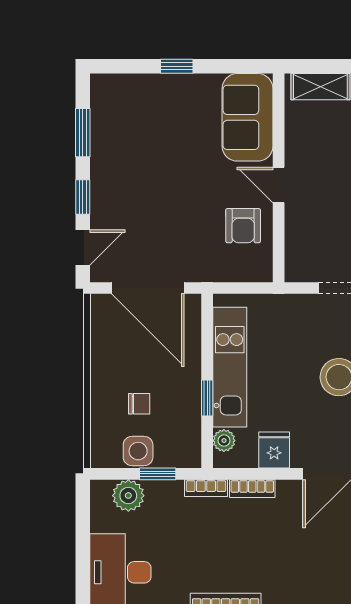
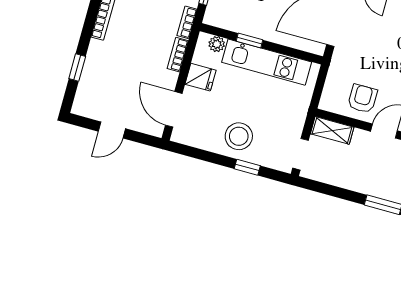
armchair: (243, 226) -> (362, 99), turned 90
shelving: (297, 255) -> (332, 130), added

